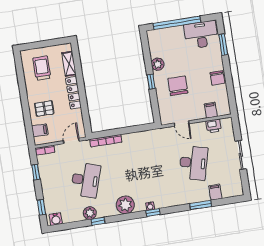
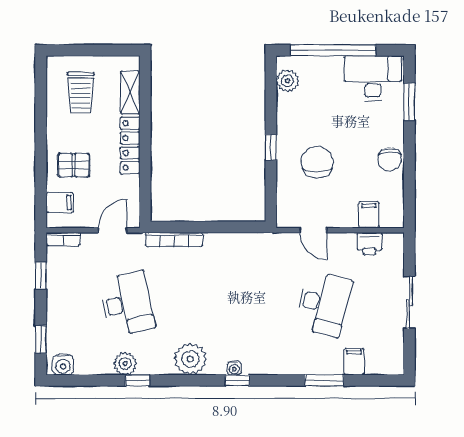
plant: (158, 64) -> (287, 81), moved
trolley: (42, 68) -> (81, 93), turned 180
desk: (86, 180) -> (127, 304), turned -30

